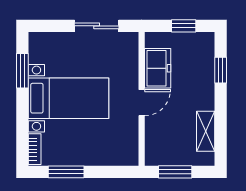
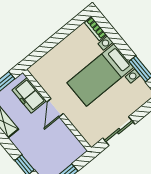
freezer: (158, 68) -> (29, 95), moved
window: (66, 172) -> (66, 31), removed

